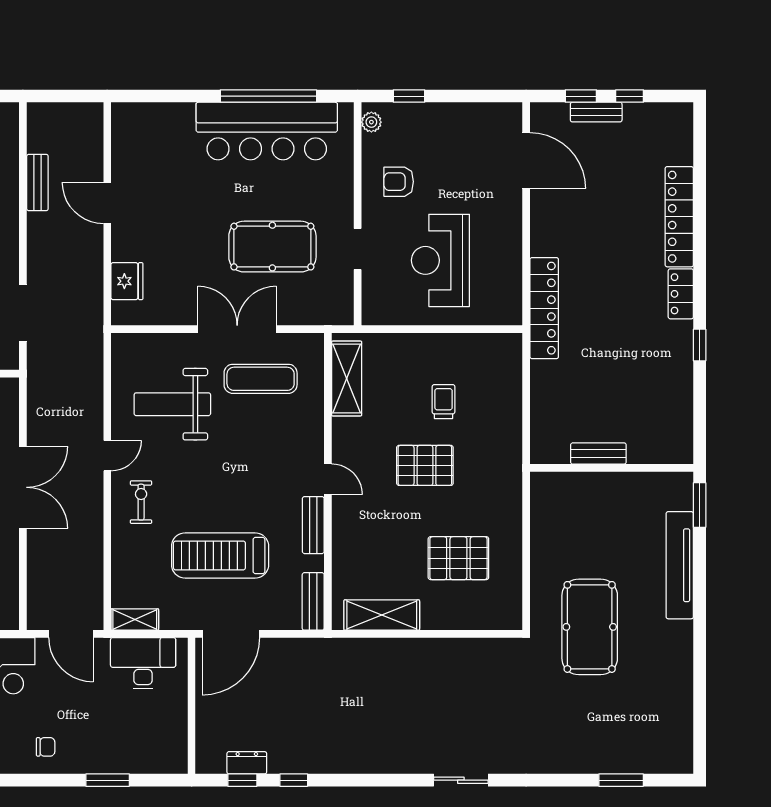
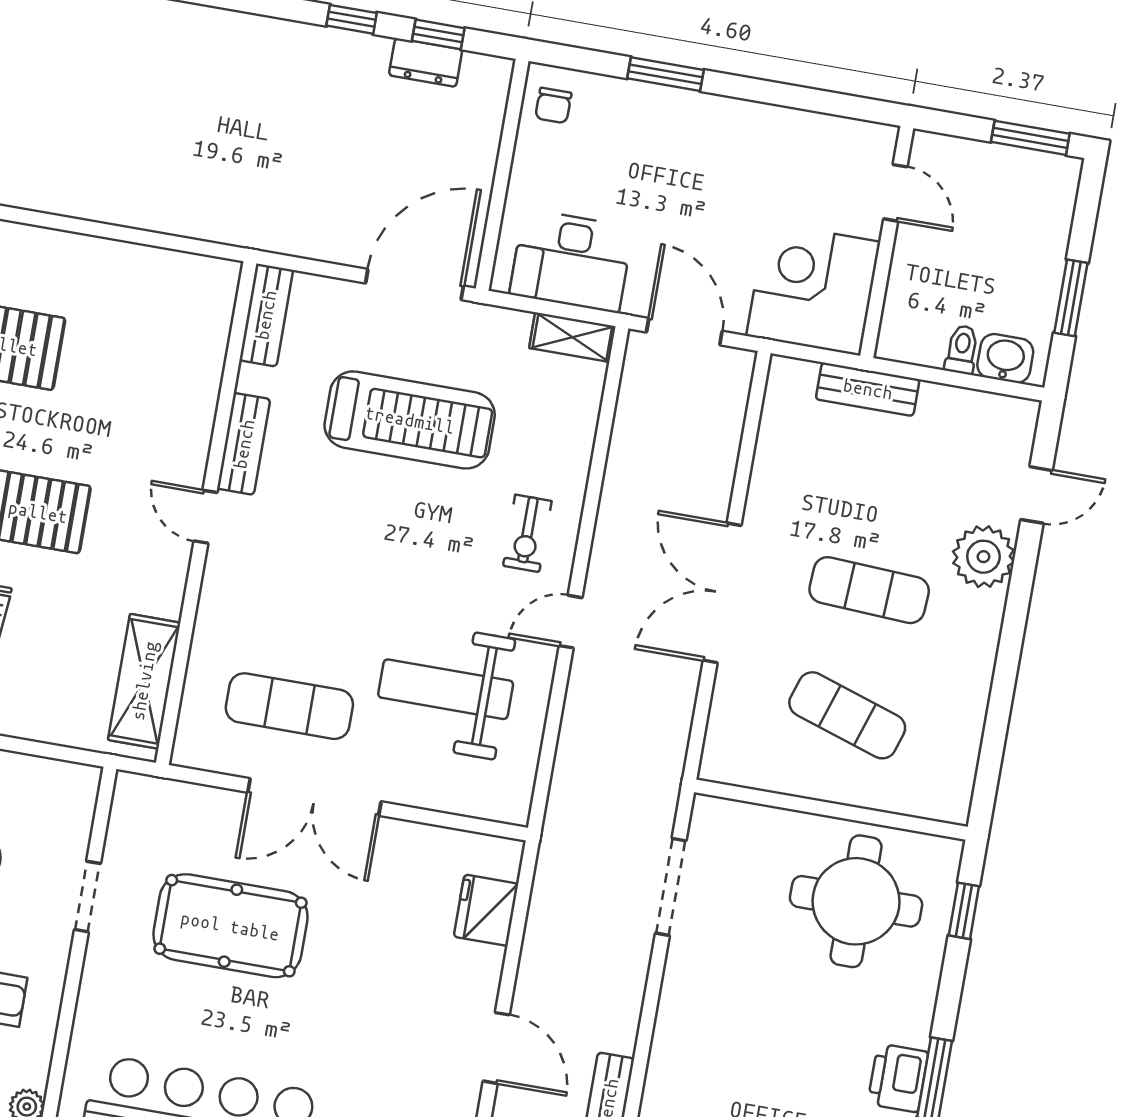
weight bench: (172, 404) -> (446, 689), turned 180
shelving: (382, 615) -> (155, 272), removed
chair: (46, 747) -> (553, 105), moved, turned -90

